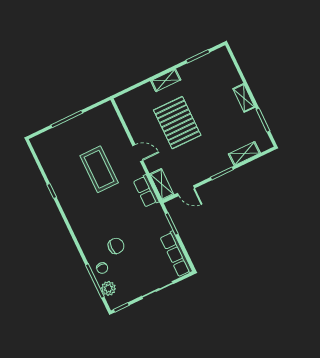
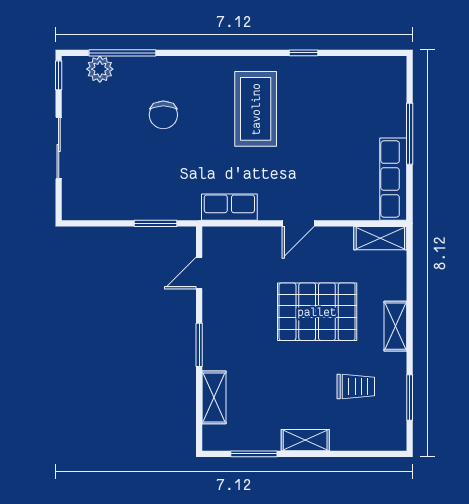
trolley: (205, 86) -> (356, 386), added
coffee table: (99, 169) -> (256, 109), moved, turned 90
shelving: (162, 184) -> (380, 238), moved
row of seats: (176, 254) -> (393, 179), moved, turned -90
chair: (102, 268) -> (138, 75), removed

